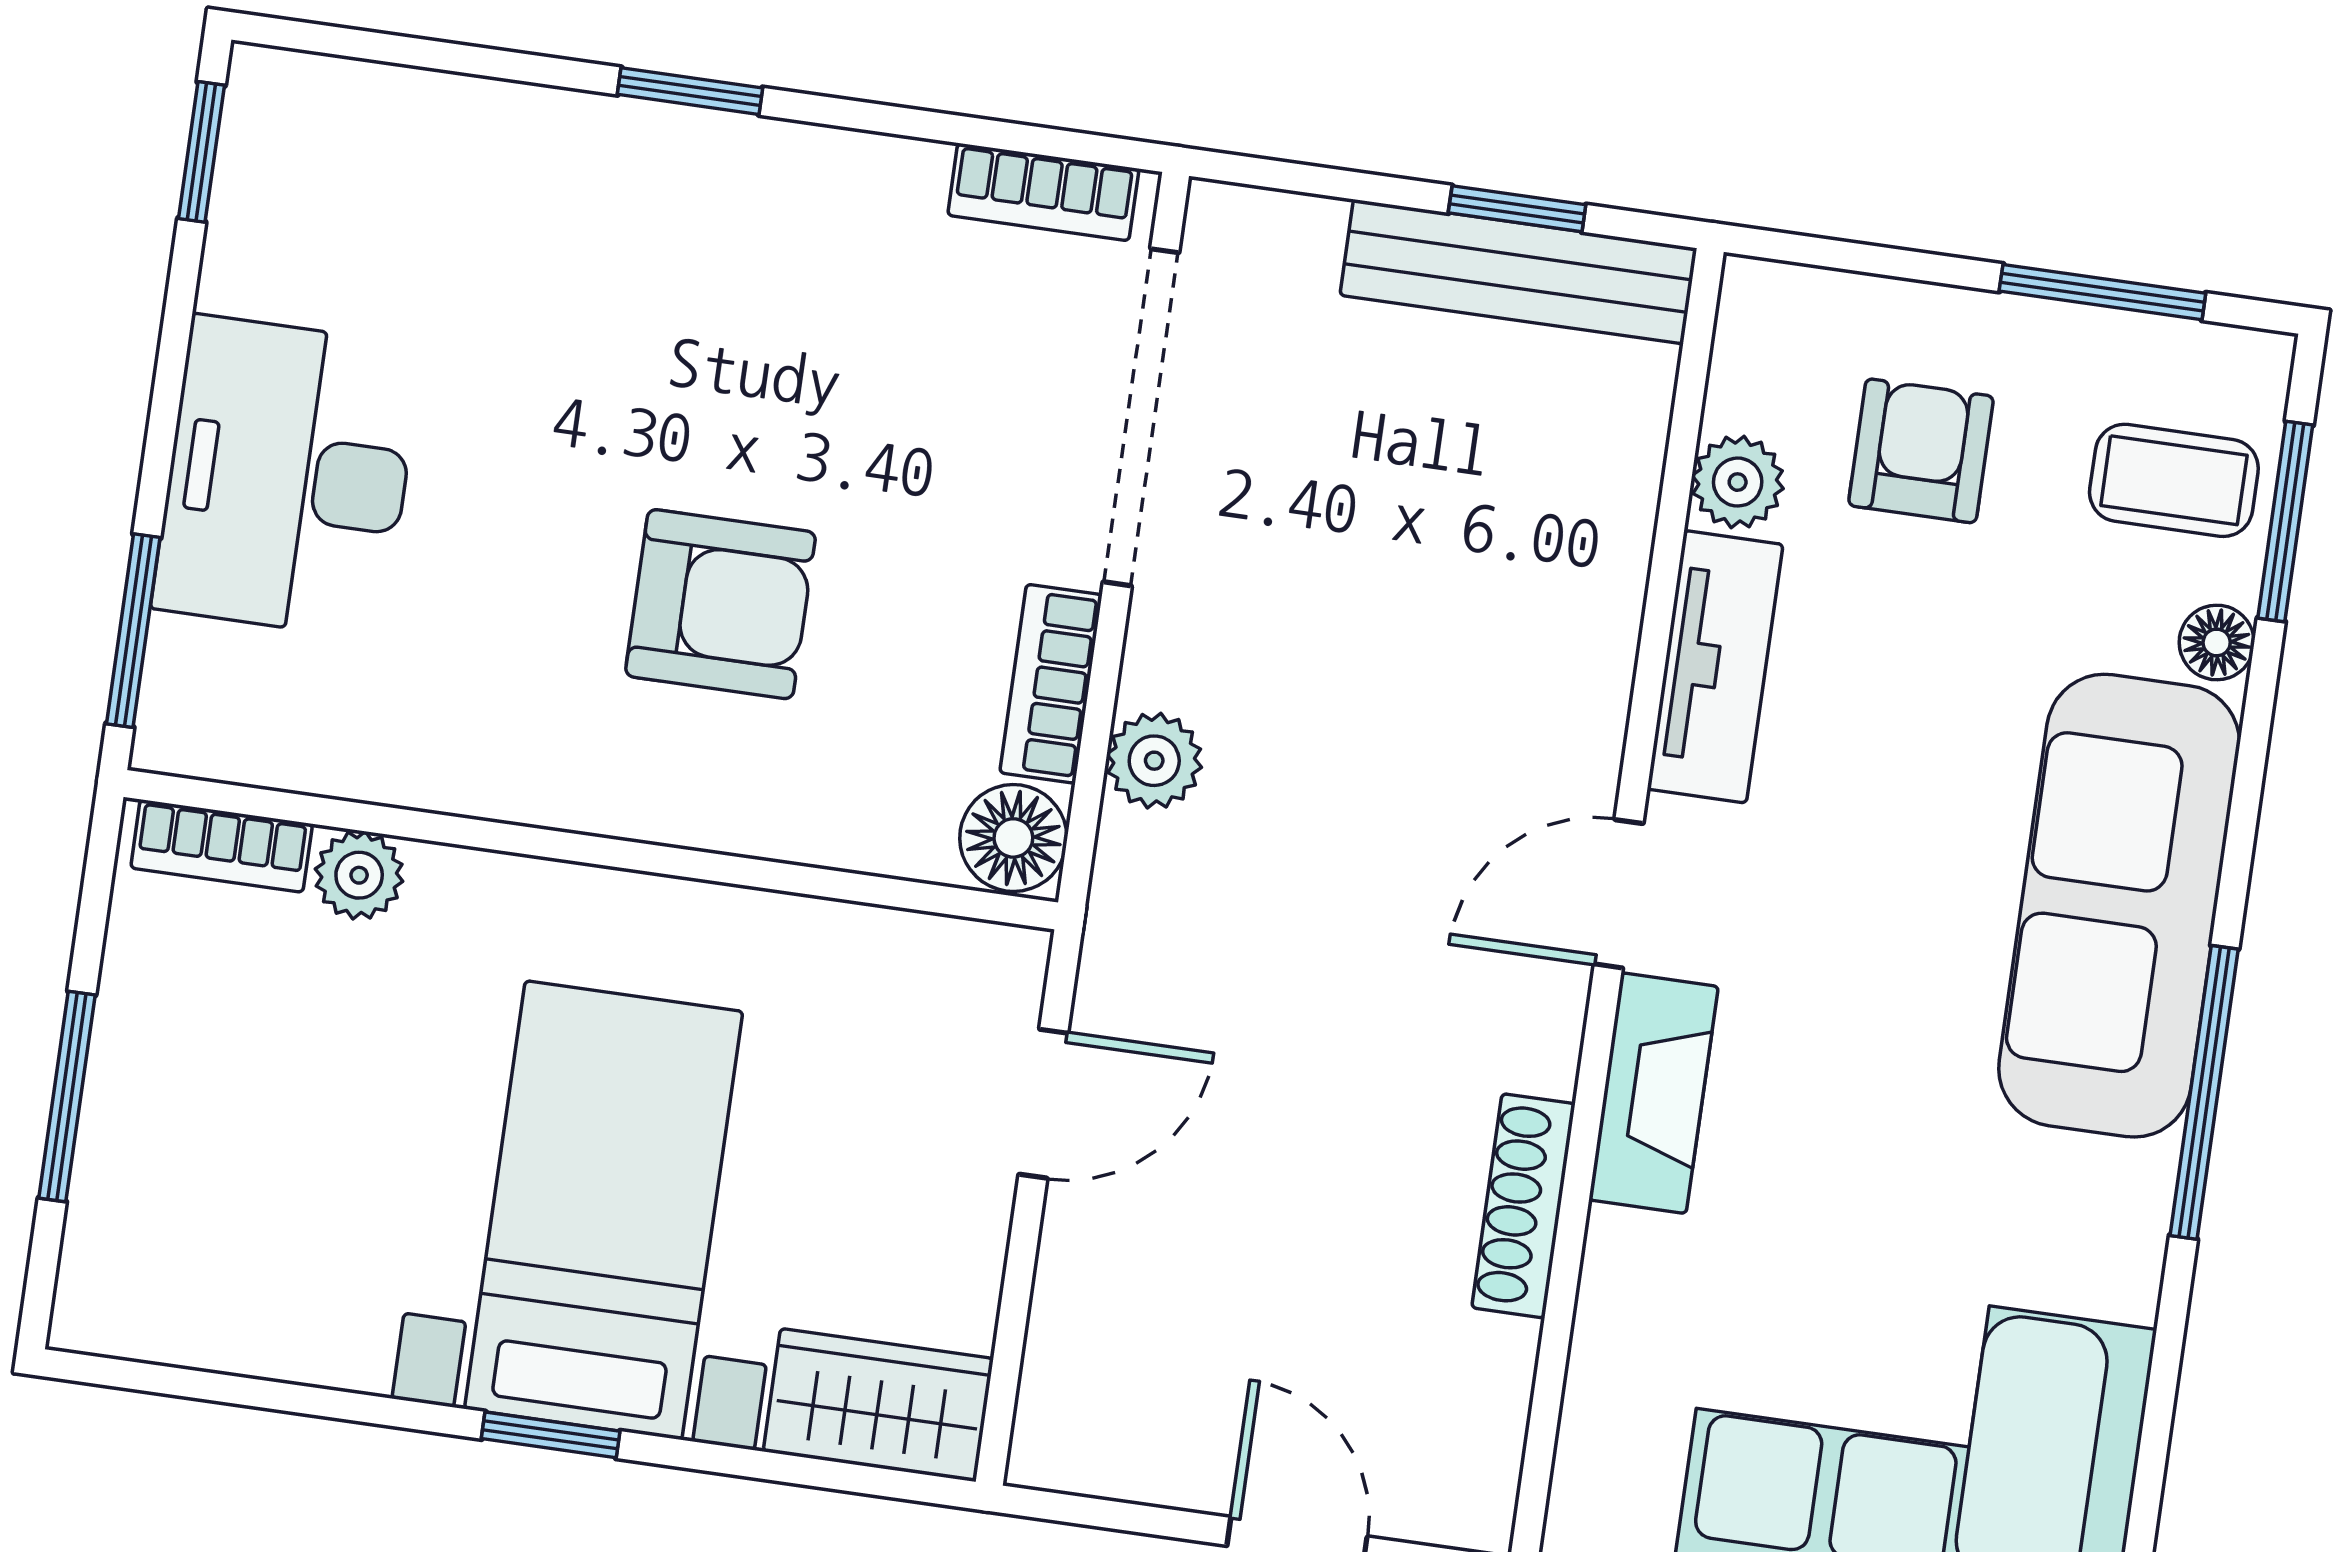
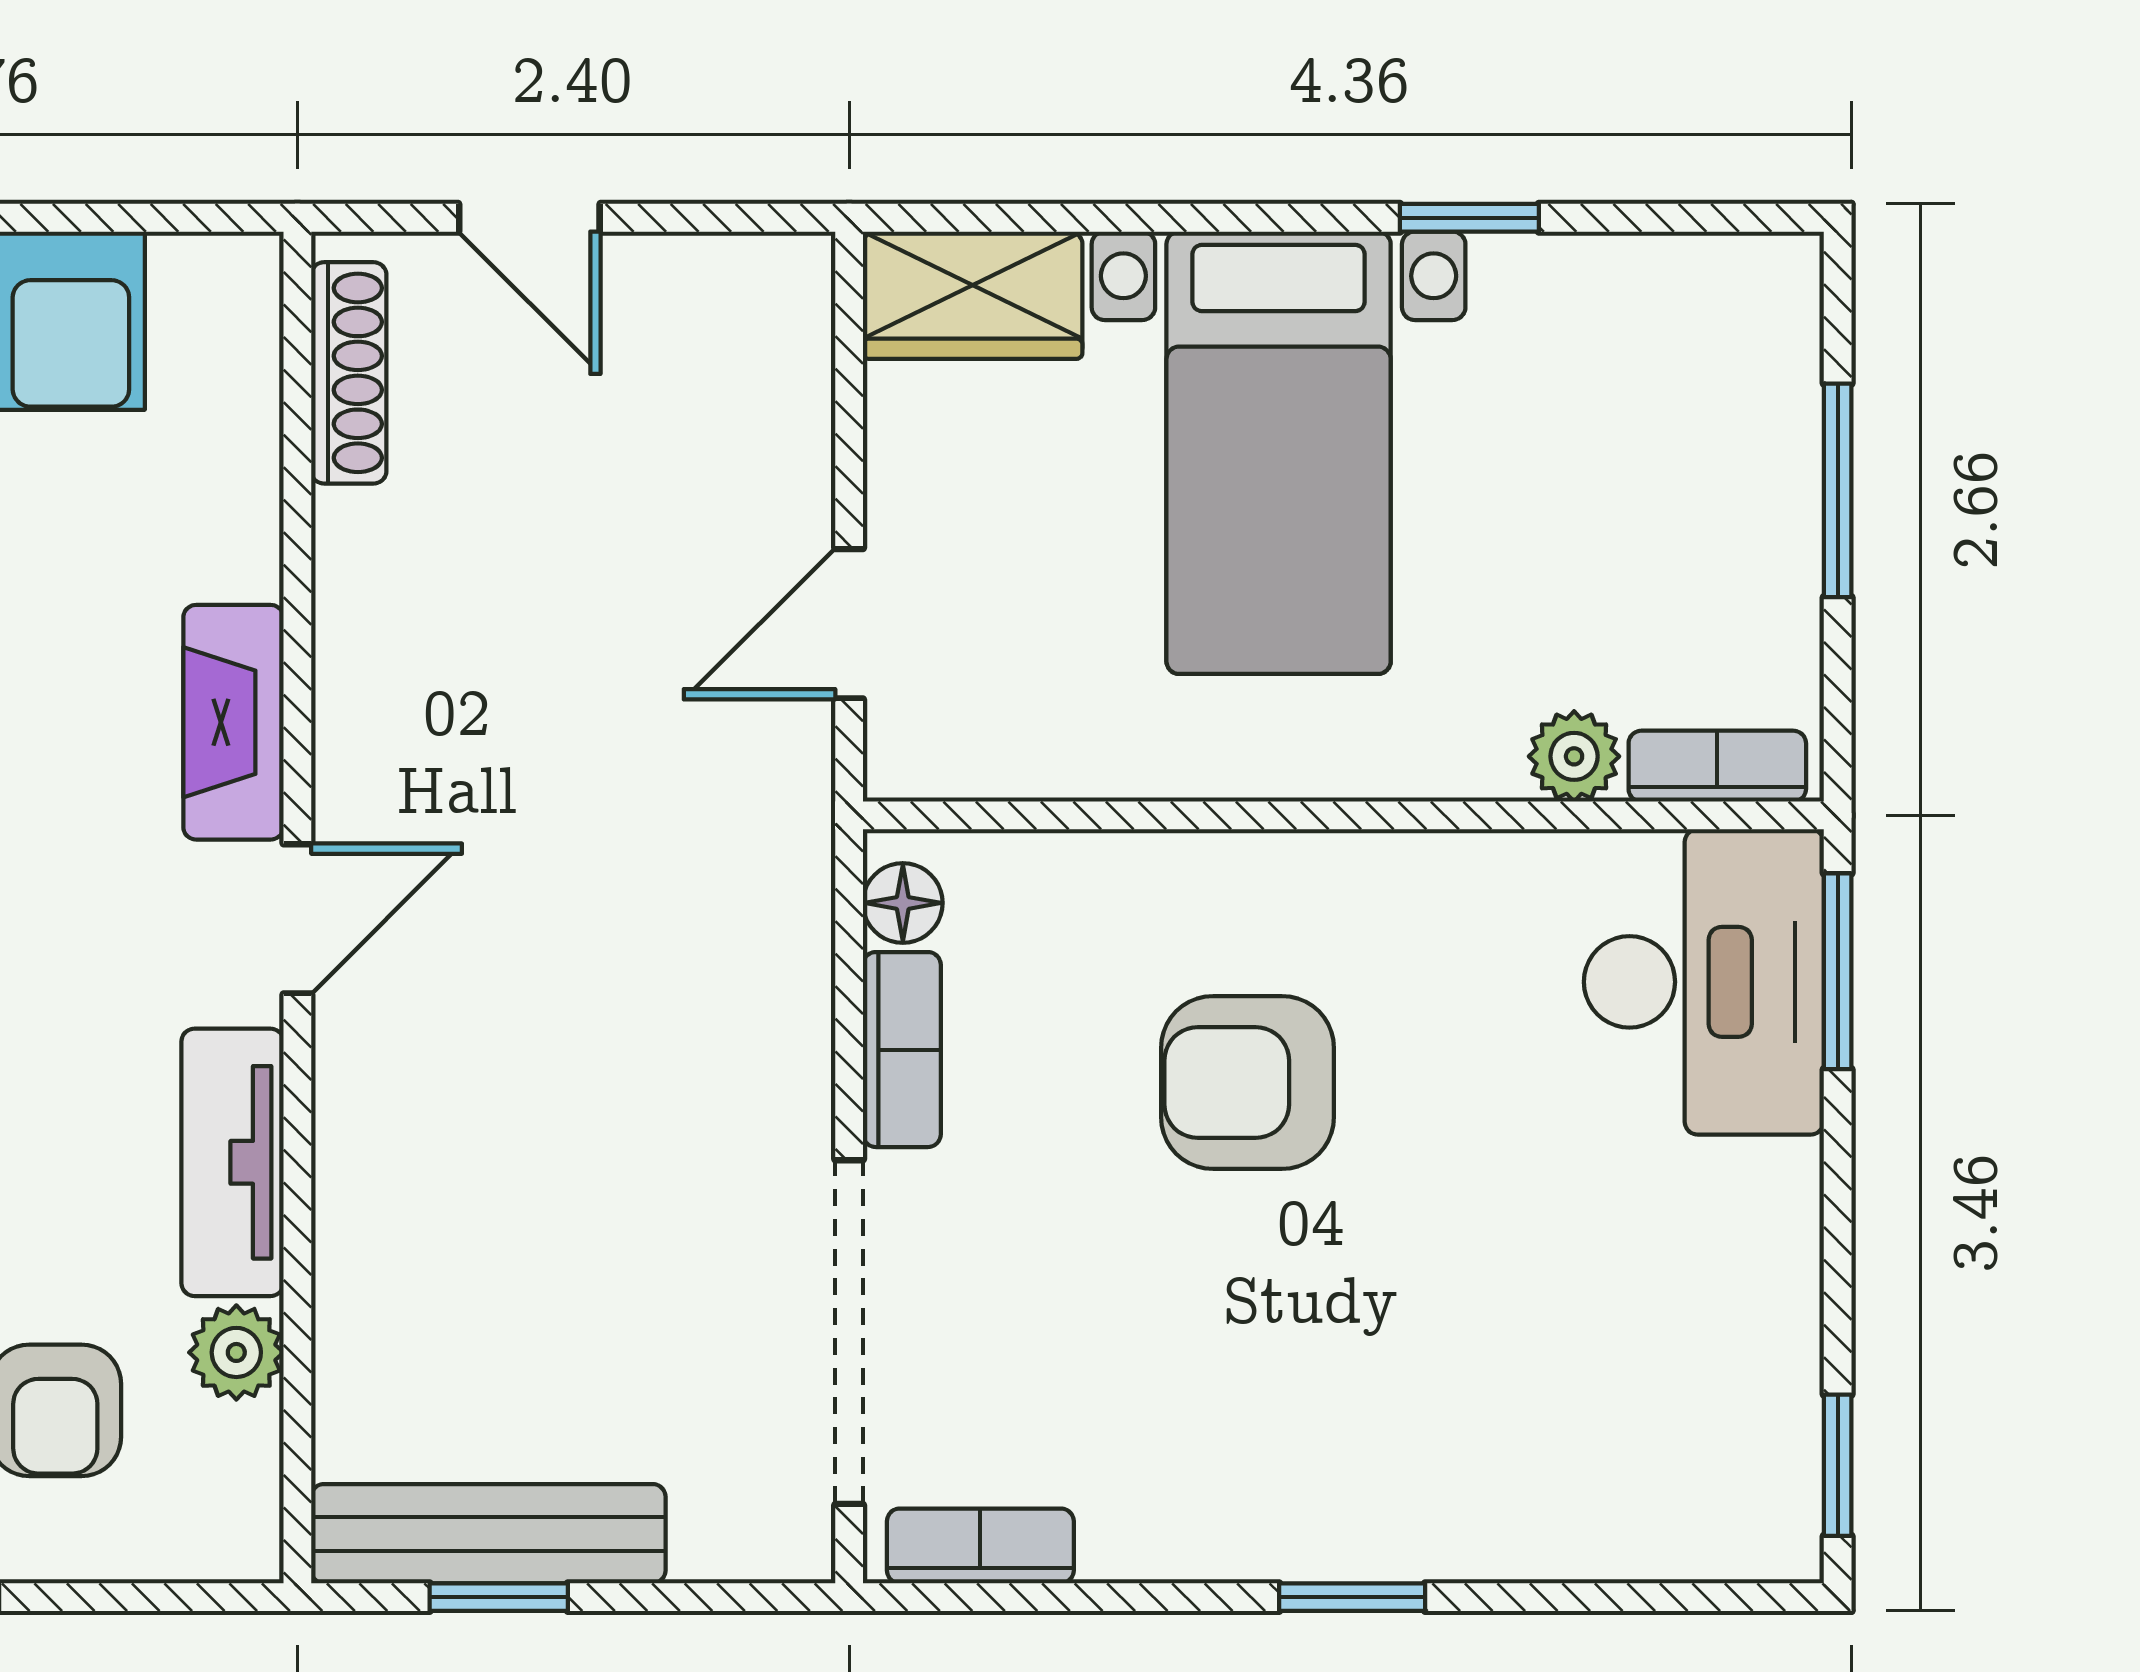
desk: (287, 477) -> (1704, 982), moved
plant: (1154, 761) -> (786, 987), removed
floor lamp: (1013, 838) -> (903, 903), width x0.73, depth x0.73
shoe rack: (1523, 1206) -> (349, 373), moved
window: (551, 1435) -> (1469, 218), moved

